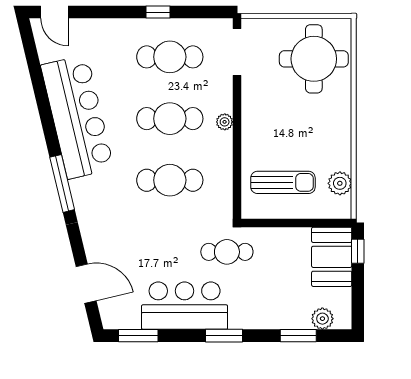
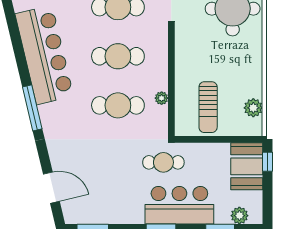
plant: (225, 122) -> (162, 98), moved
sun lounger: (283, 182) -> (208, 107), turned 90
bar counter: (185, 306) -> (179, 205), moved

